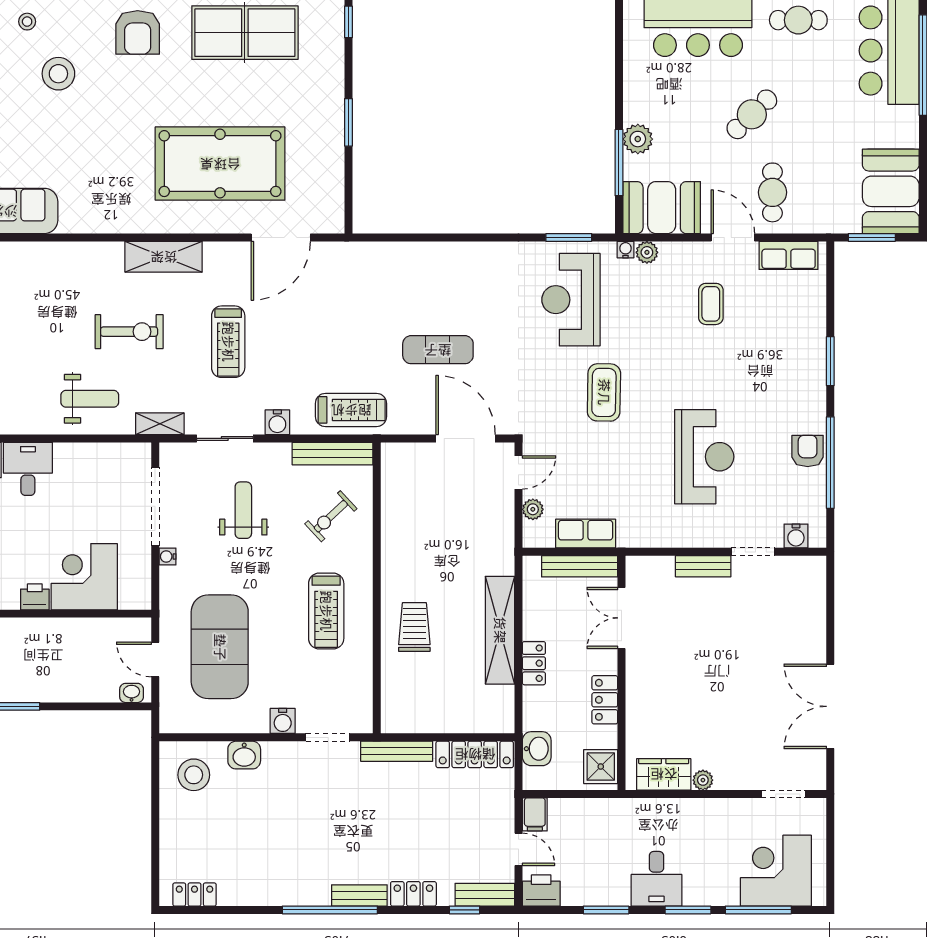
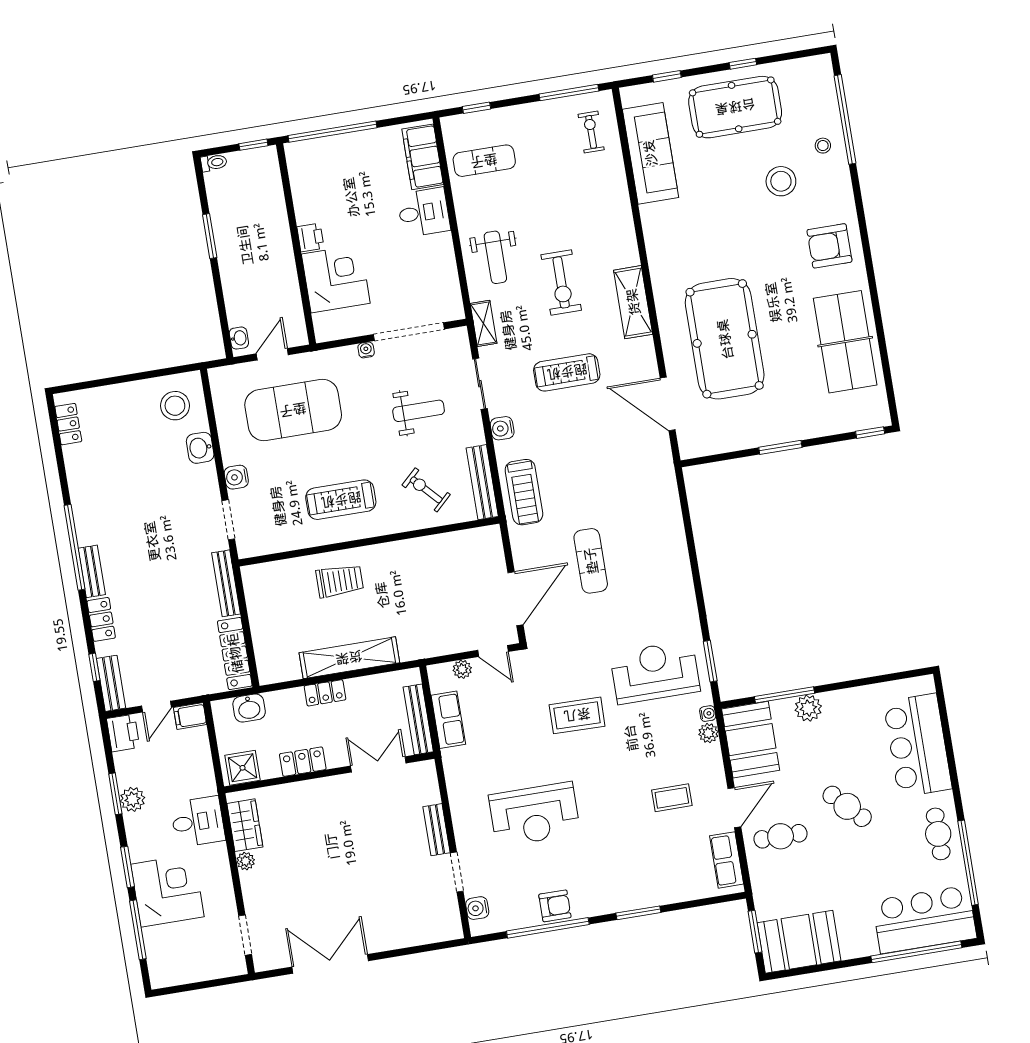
corner desk: (776, 871) -> (167, 891), moved
desk: (656, 879) -> (198, 822), moved, turned 180
plant: (615, 892) -> (132, 799), added

